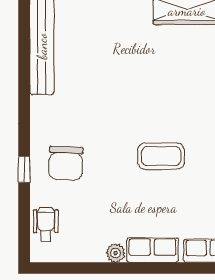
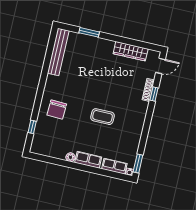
window: (24, 169) -> (32, 127), moved
wheelchair: (46, 224) -> (41, 136), removed

